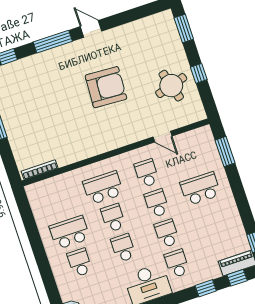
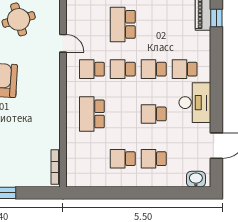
door: (163, 137) -> (63, 43), hinge flipped
school desk: (113, 218) -> (123, 114), removed
school desk: (70, 232) -> (123, 159), width x0.54
window: (206, 288) -> (216, 50), removed

